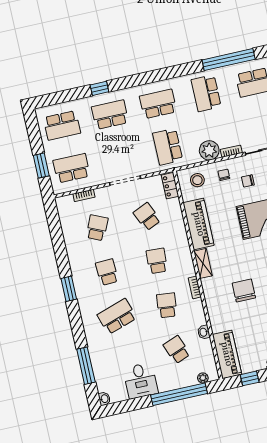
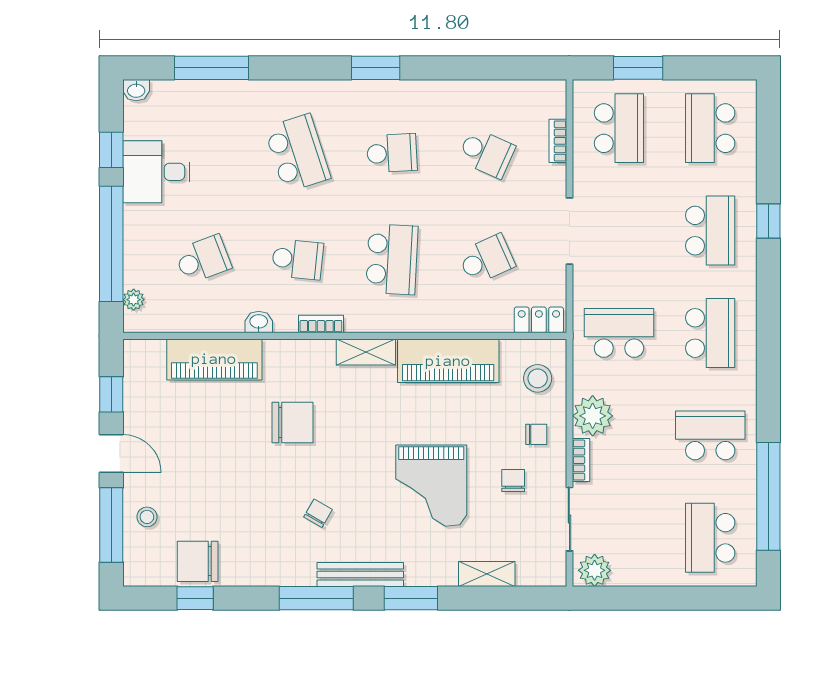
school desk: (157, 261) -> (392, 259), width x1.85
washbasin: (204, 332) -> (259, 322), moved
piano: (227, 354) -> (214, 359), moved
window: (135, 404) -> (111, 150), added

